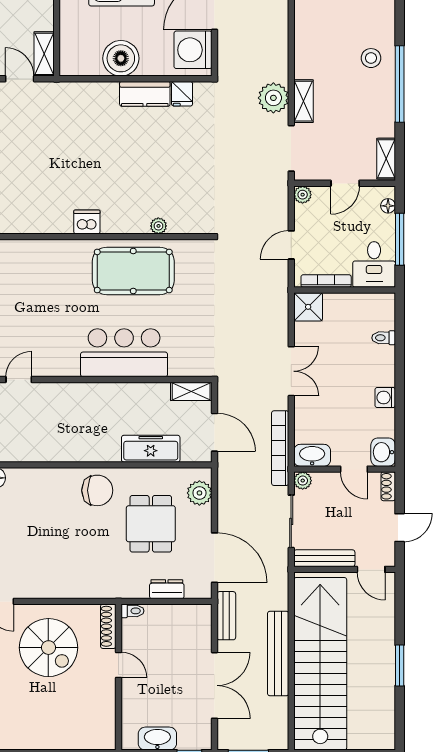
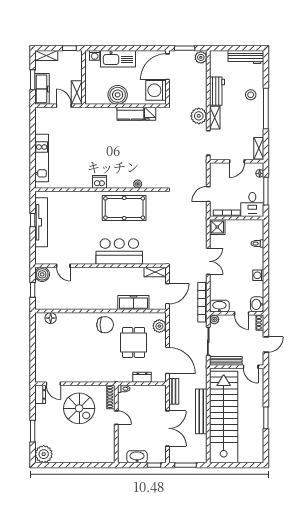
workbench: (308, 51) -> (217, 91), added
plant: (303, 195) -> (214, 167), removed
door: (19, 380) -> (63, 266), swing flipped
door: (214, 432) -> (167, 294), hinge flipped

